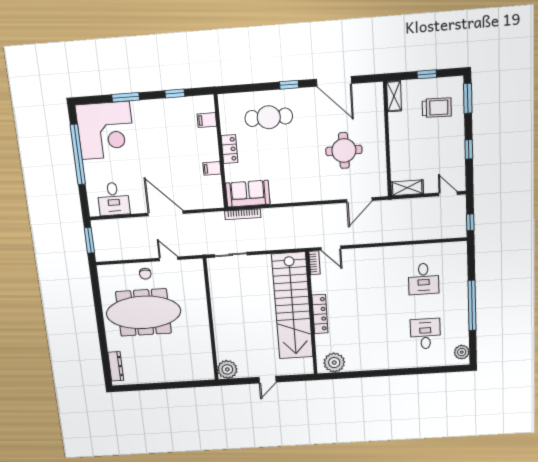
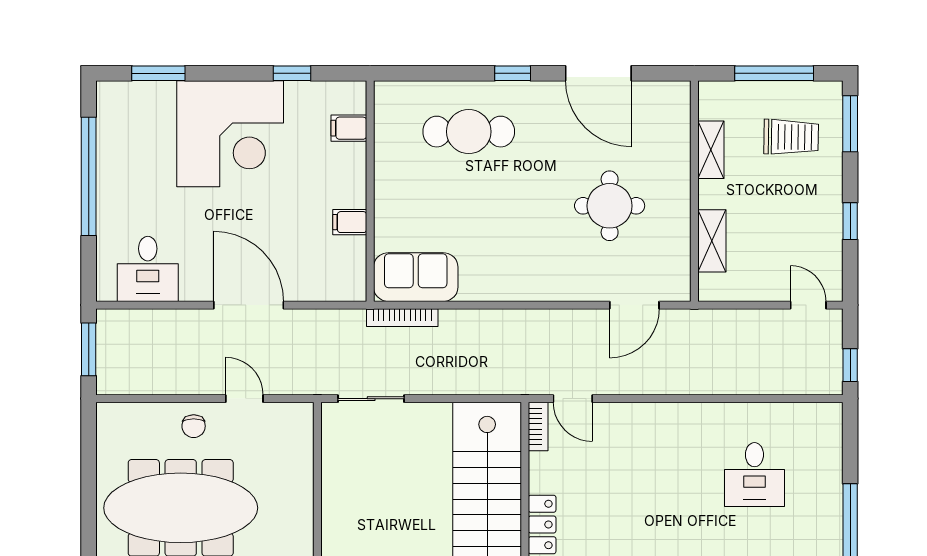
window: (427, 74) -> (774, 73), width x2.17
shelving: (394, 96) -> (711, 150), moved
window: (126, 97) -> (158, 73), moved
corner desk: (105, 131) -> (230, 134), moved
locker: (229, 149) -> (388, 187), removed
shelving: (407, 188) -> (712, 241), moved, turned 90

